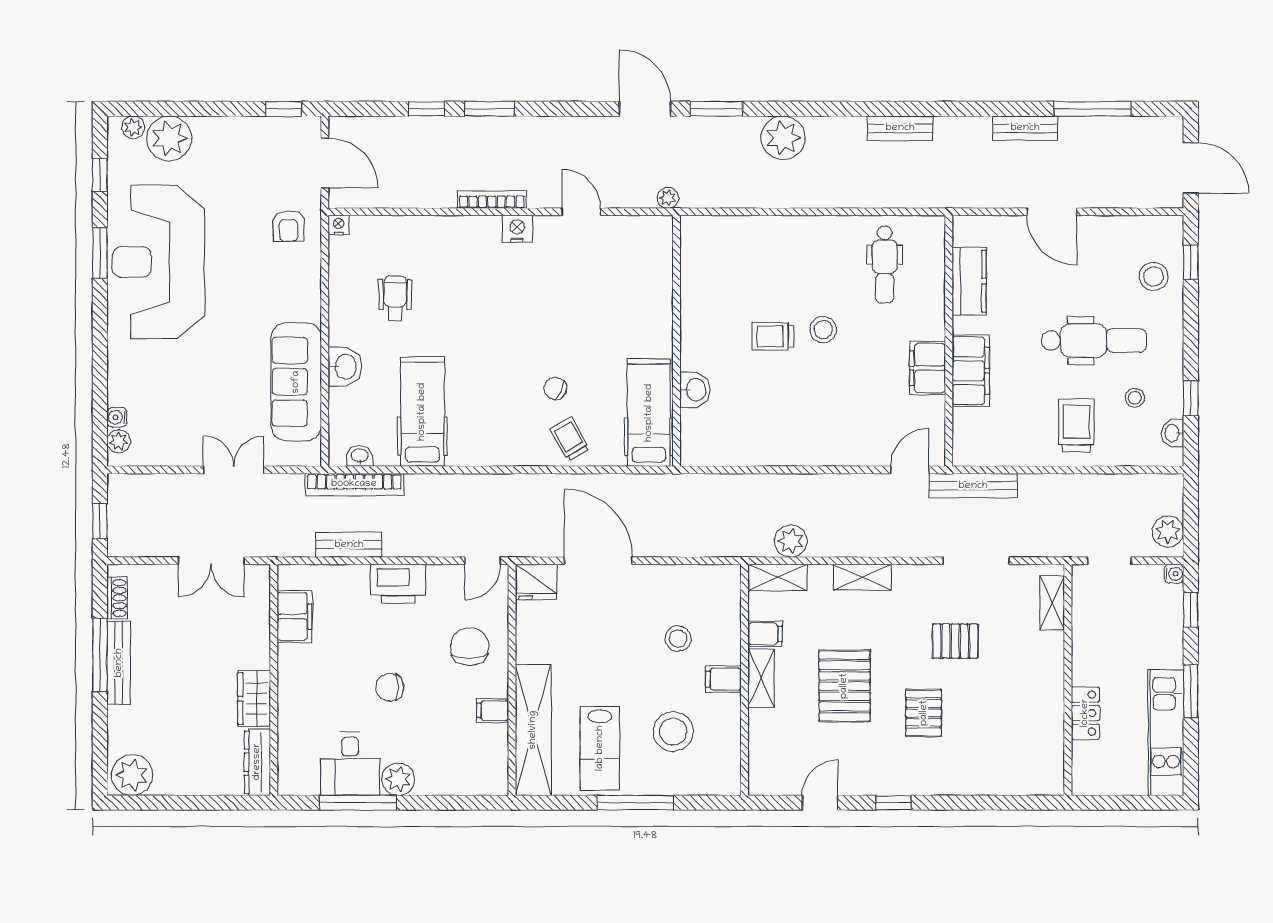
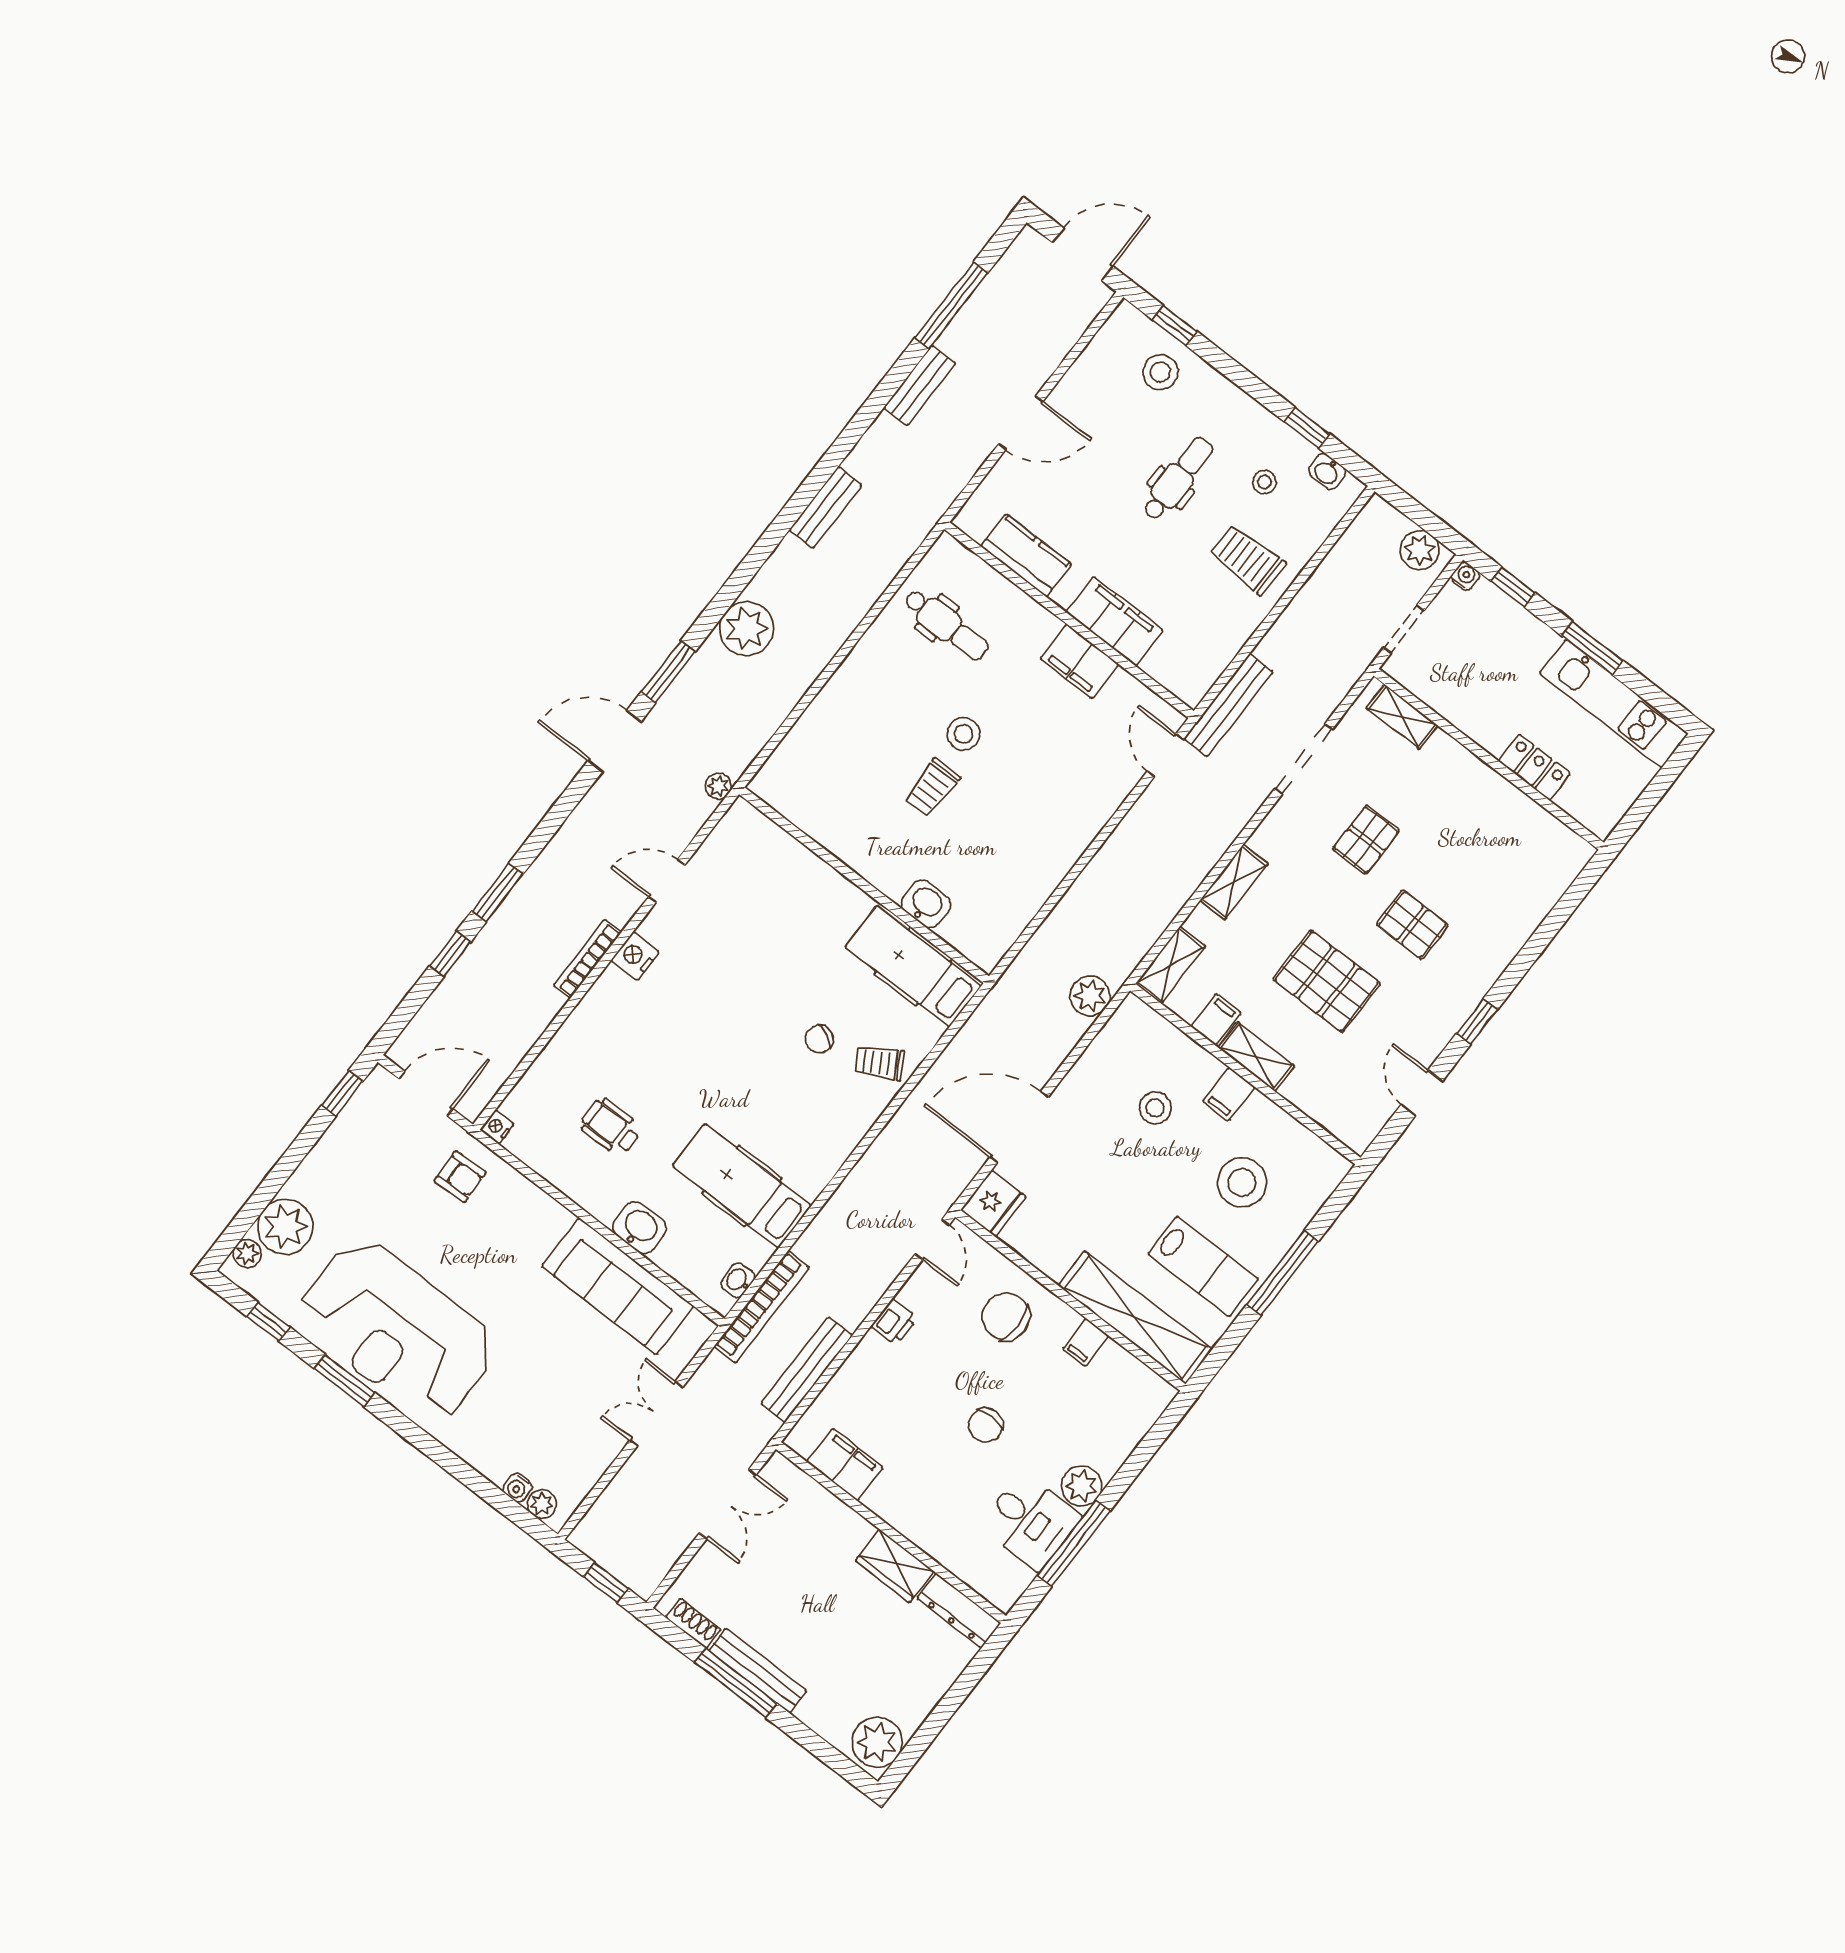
dental chair: (1094, 340) -> (1178, 479), width x0.73, depth x0.72
plant: (791, 541) -> (1090, 996), moved
bench: (349, 545) -> (807, 1370), width x1.36
printer: (398, 584) -> (894, 1322), width x0.53, depth x0.68

